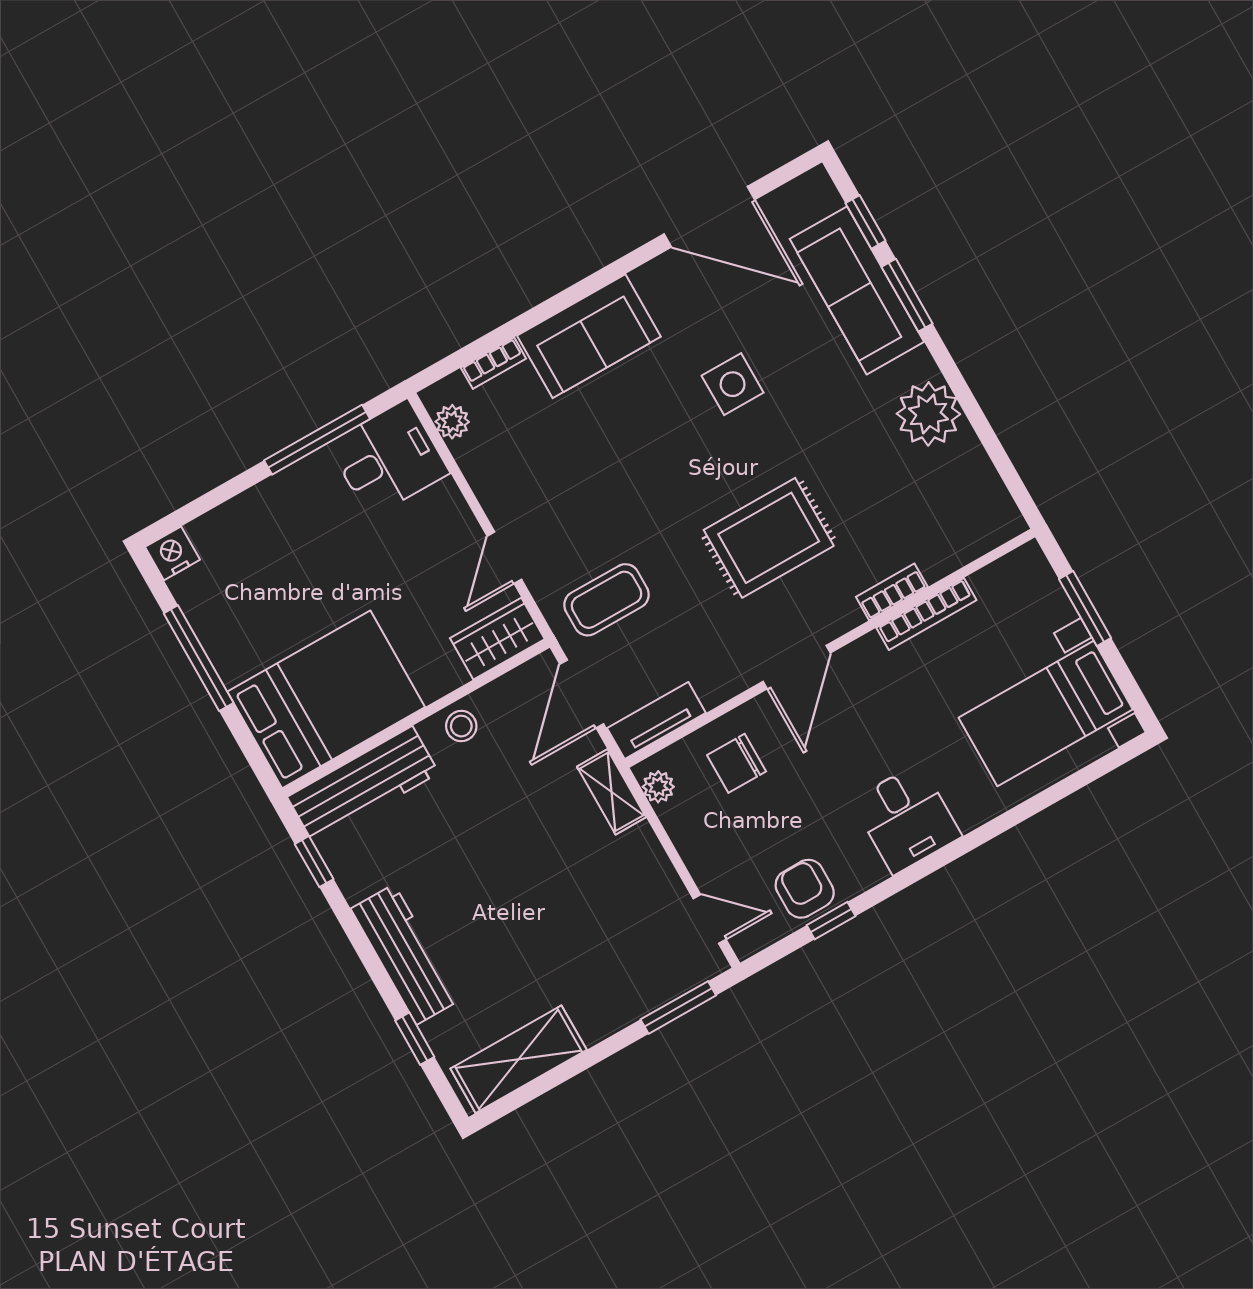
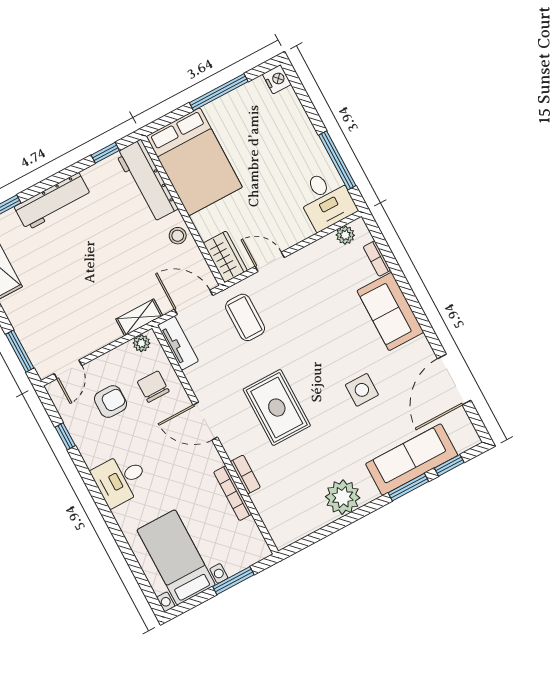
armchair: (805, 889) -> (111, 402), moved

